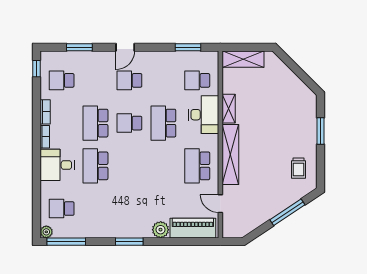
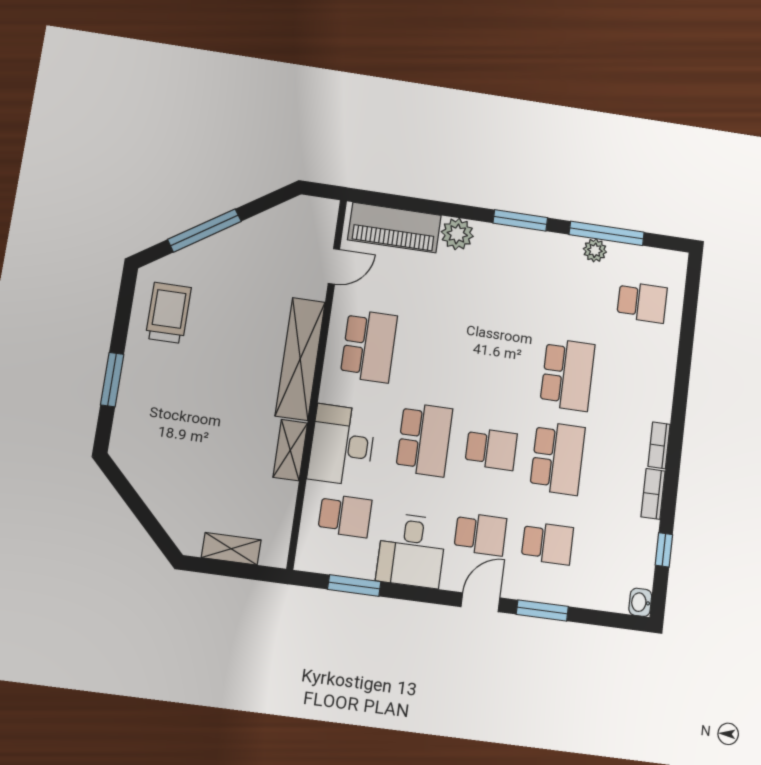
window: (79, 47) -> (542, 610), moved
washbasin: (46, 58) -> (640, 602), added
shelving: (243, 59) -> (231, 549), width x0.67, depth x0.75
window: (37, 69) -> (664, 550), moved
school desk: (62, 80) -> (547, 543), moved
desk: (57, 165) -> (411, 550), moved, turned 90
trolley: (298, 168) -> (168, 313), width x1.36, depth x1.39
door: (220, 204) -> (334, 266), hinge flipped
plant: (46, 232) -> (595, 250), moved
window: (66, 242) -> (607, 233), moved

